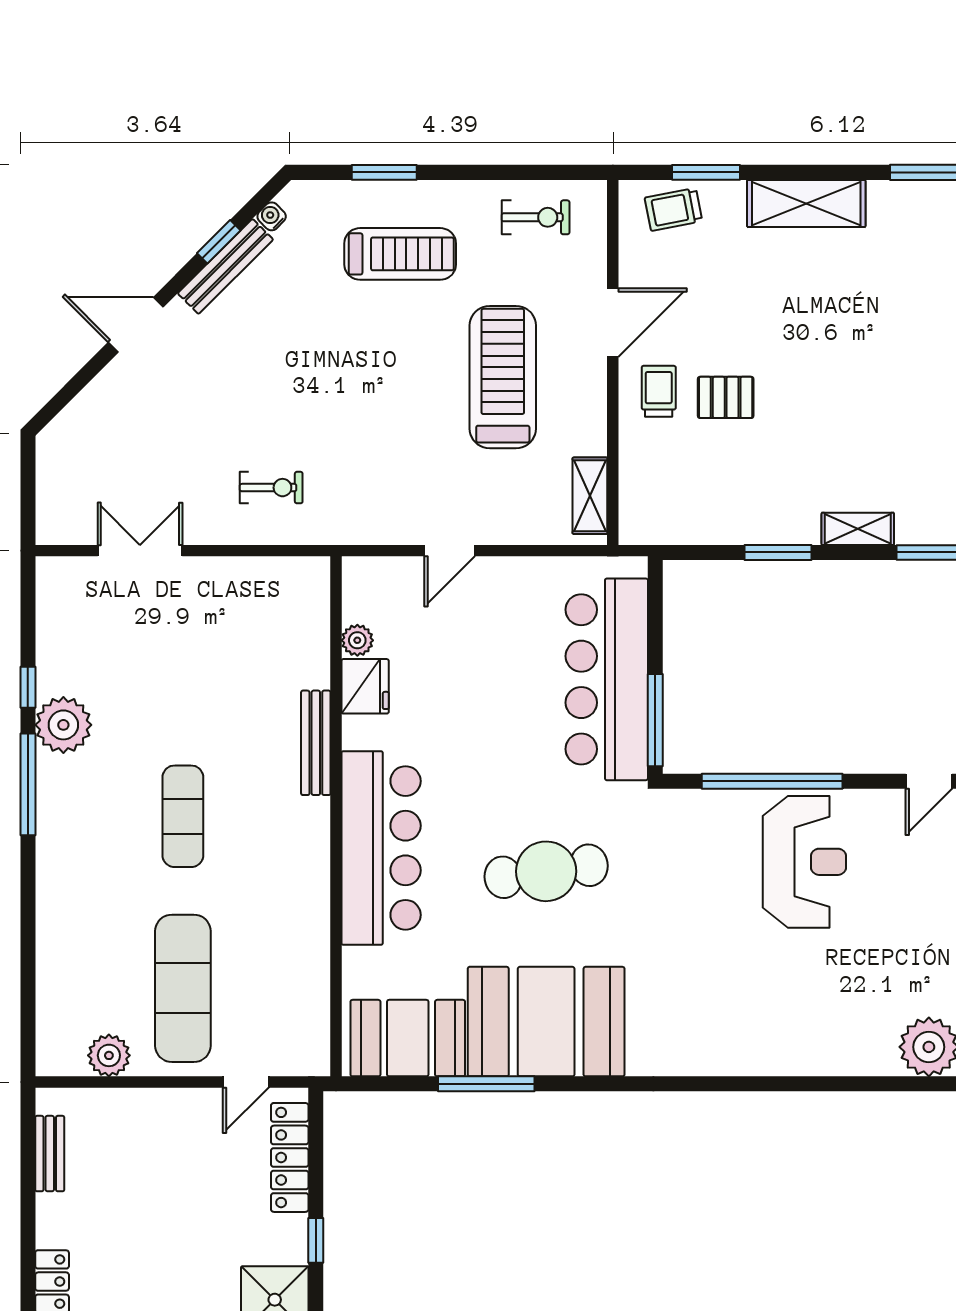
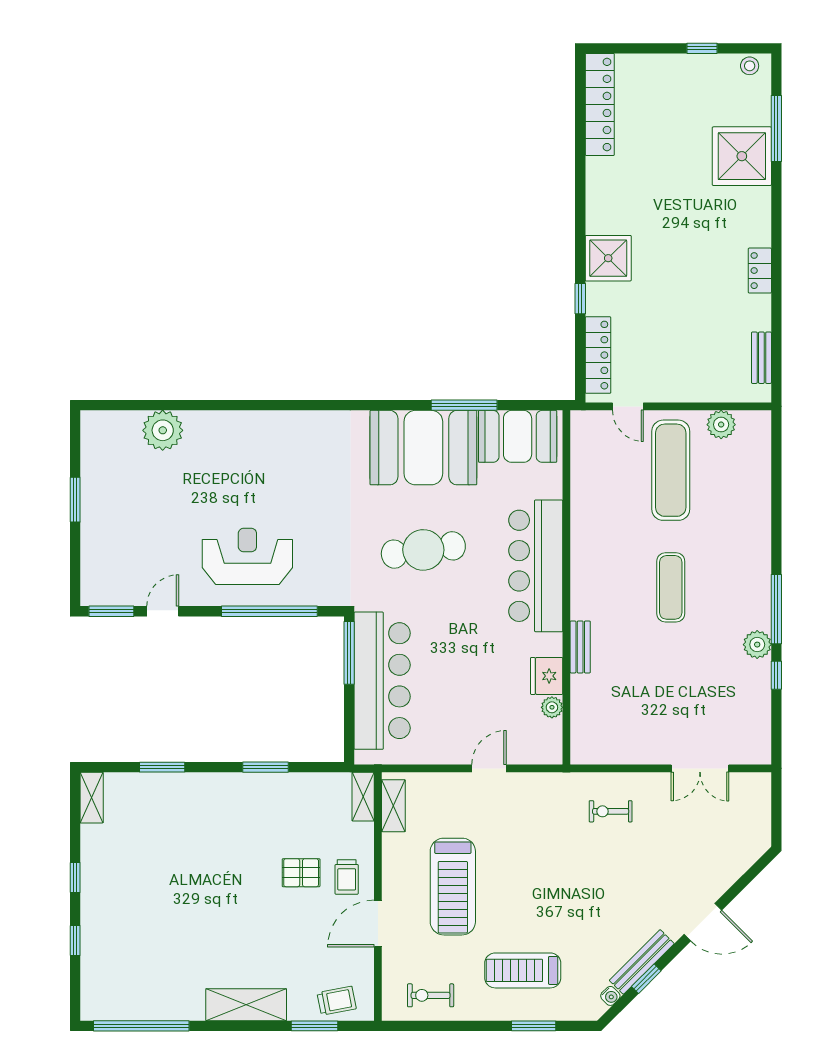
shelving: (858, 529) -> (363, 797), moved, turned 90
plant: (63, 725) -> (757, 645), width x0.73, depth x0.73
bench: (316, 743) -> (580, 647), width x0.73
reception desk: (804, 862) -> (247, 556), turned 90
door: (246, 1082) -> (628, 406), swing flipped

